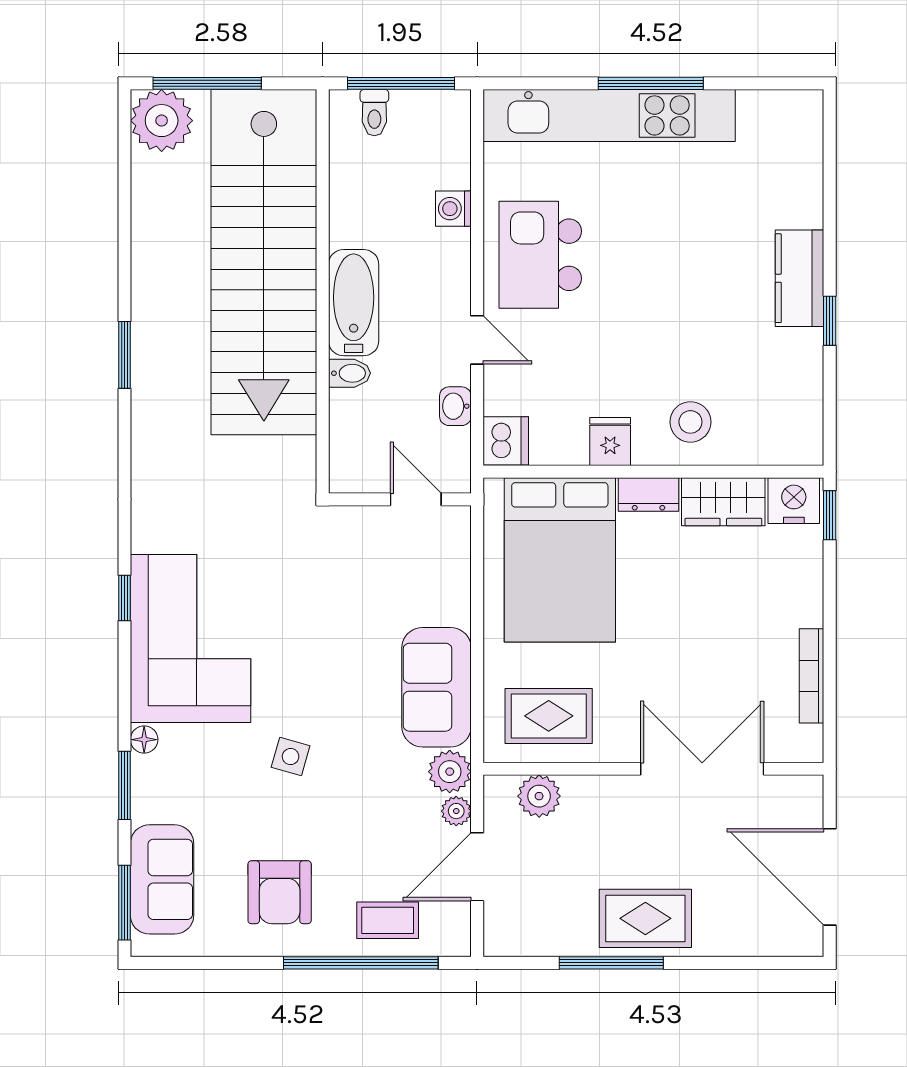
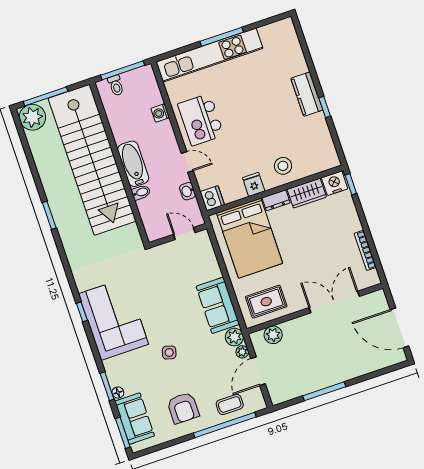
floor lamp: (144, 740) -> (118, 393), moved
rug: (645, 918) -> (332, 369), removed

